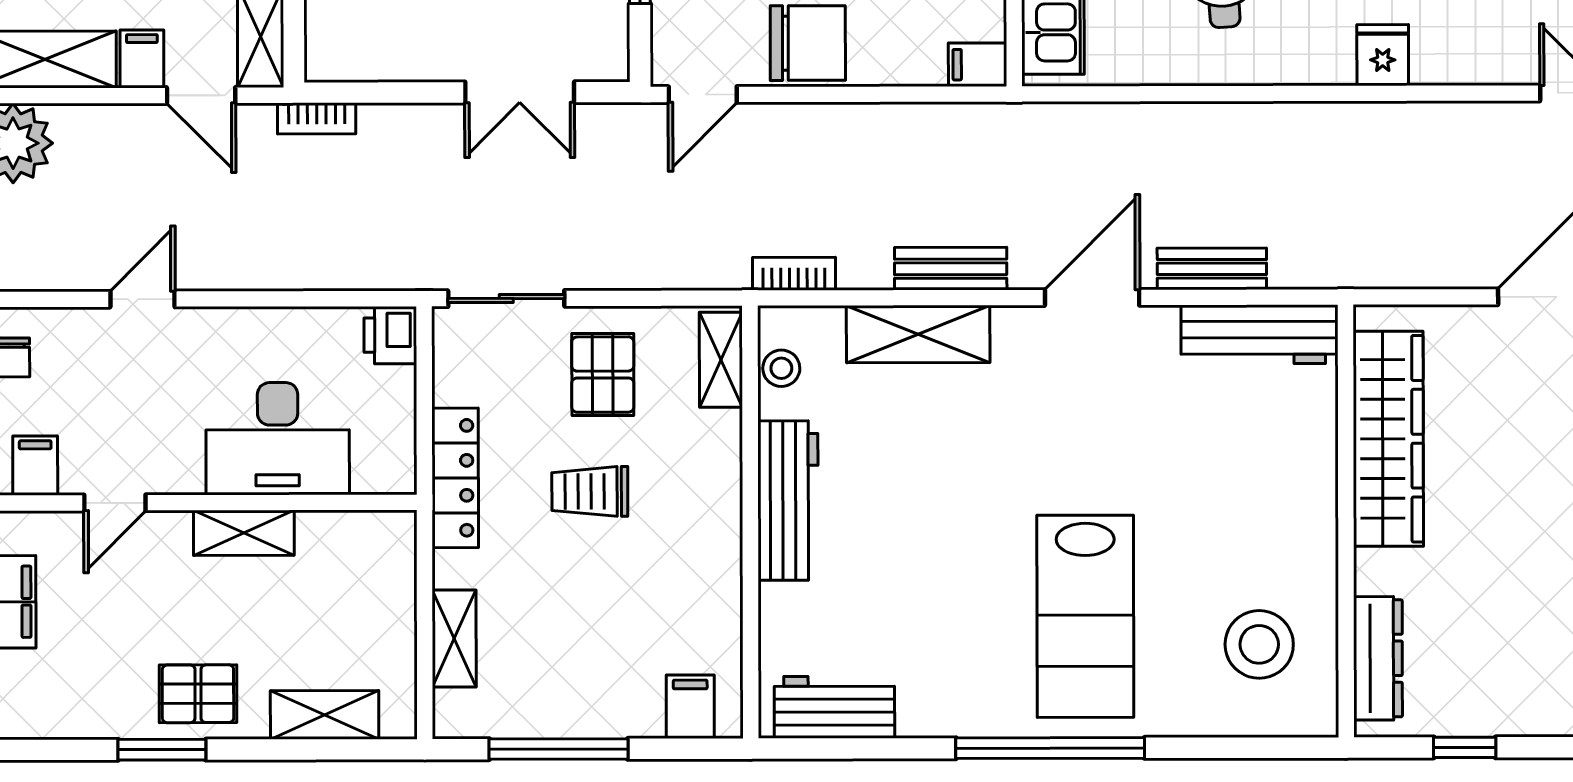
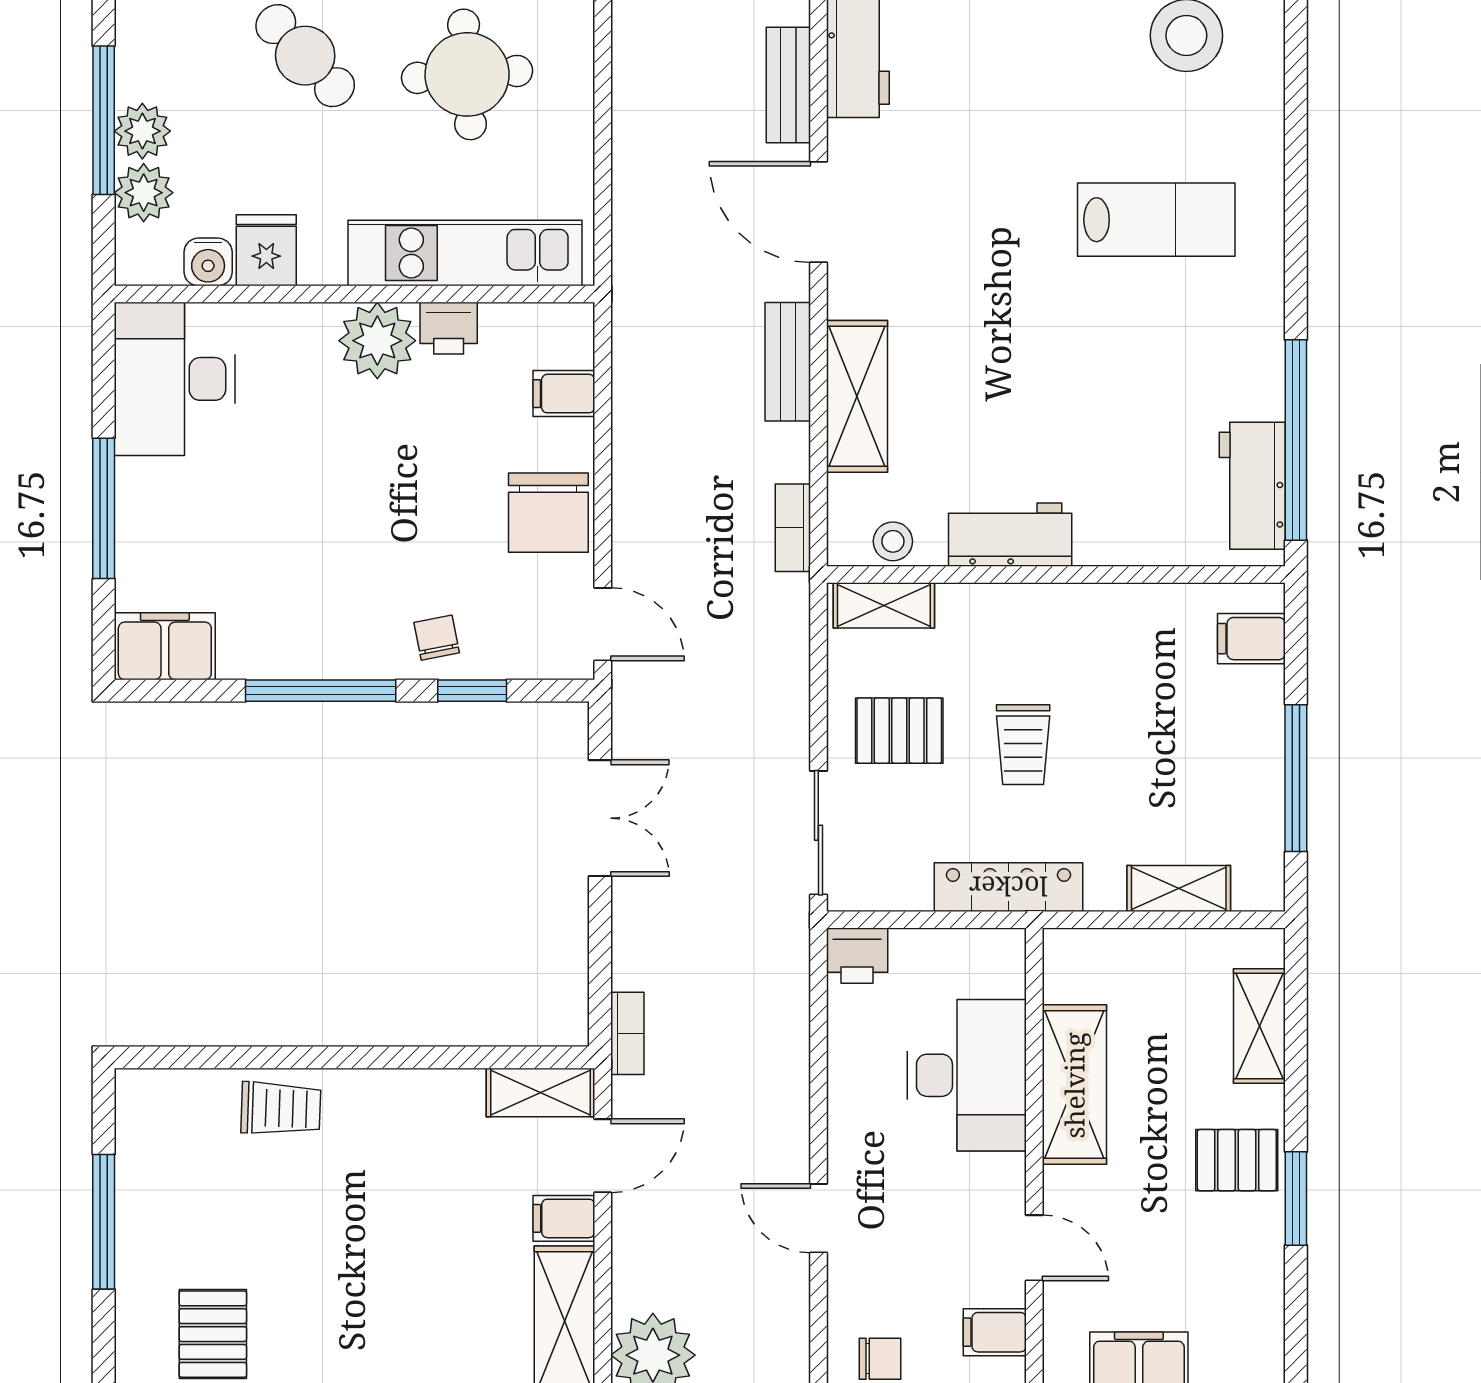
chair: (808, 43) -> (548, 513), turned 180
filing cabinet: (978, 65) -> (564, 394), moved, turned 90
workbench: (788, 501) -> (1010, 535), width x0.73
shelving: (244, 533) -> (1074, 1085), width x1.50, depth x1.33
lab bench: (1085, 616) -> (1156, 220), width x0.73, depth x0.72
pallet: (198, 694) -> (1237, 1160), turned 90
window: (1050, 748) -> (1296, 440), moved

